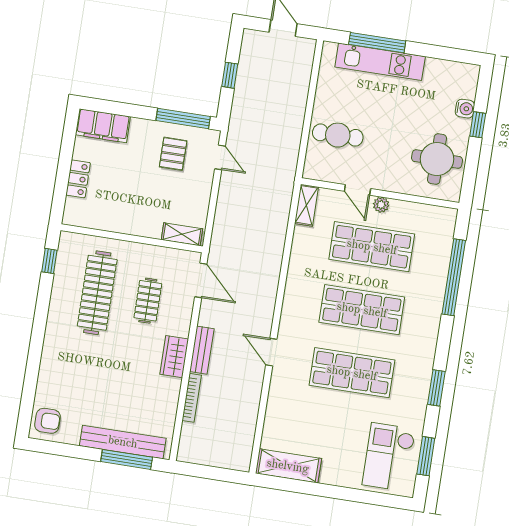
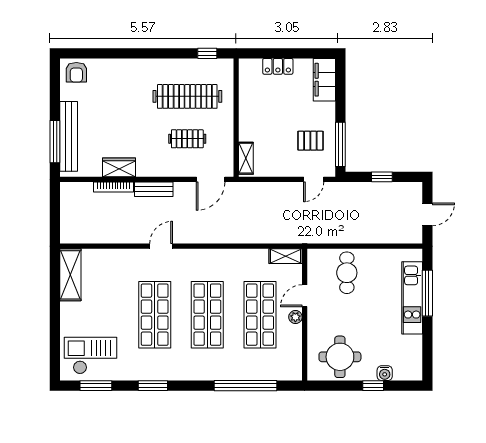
wardrobe: (174, 357) -> (119, 167), moved

